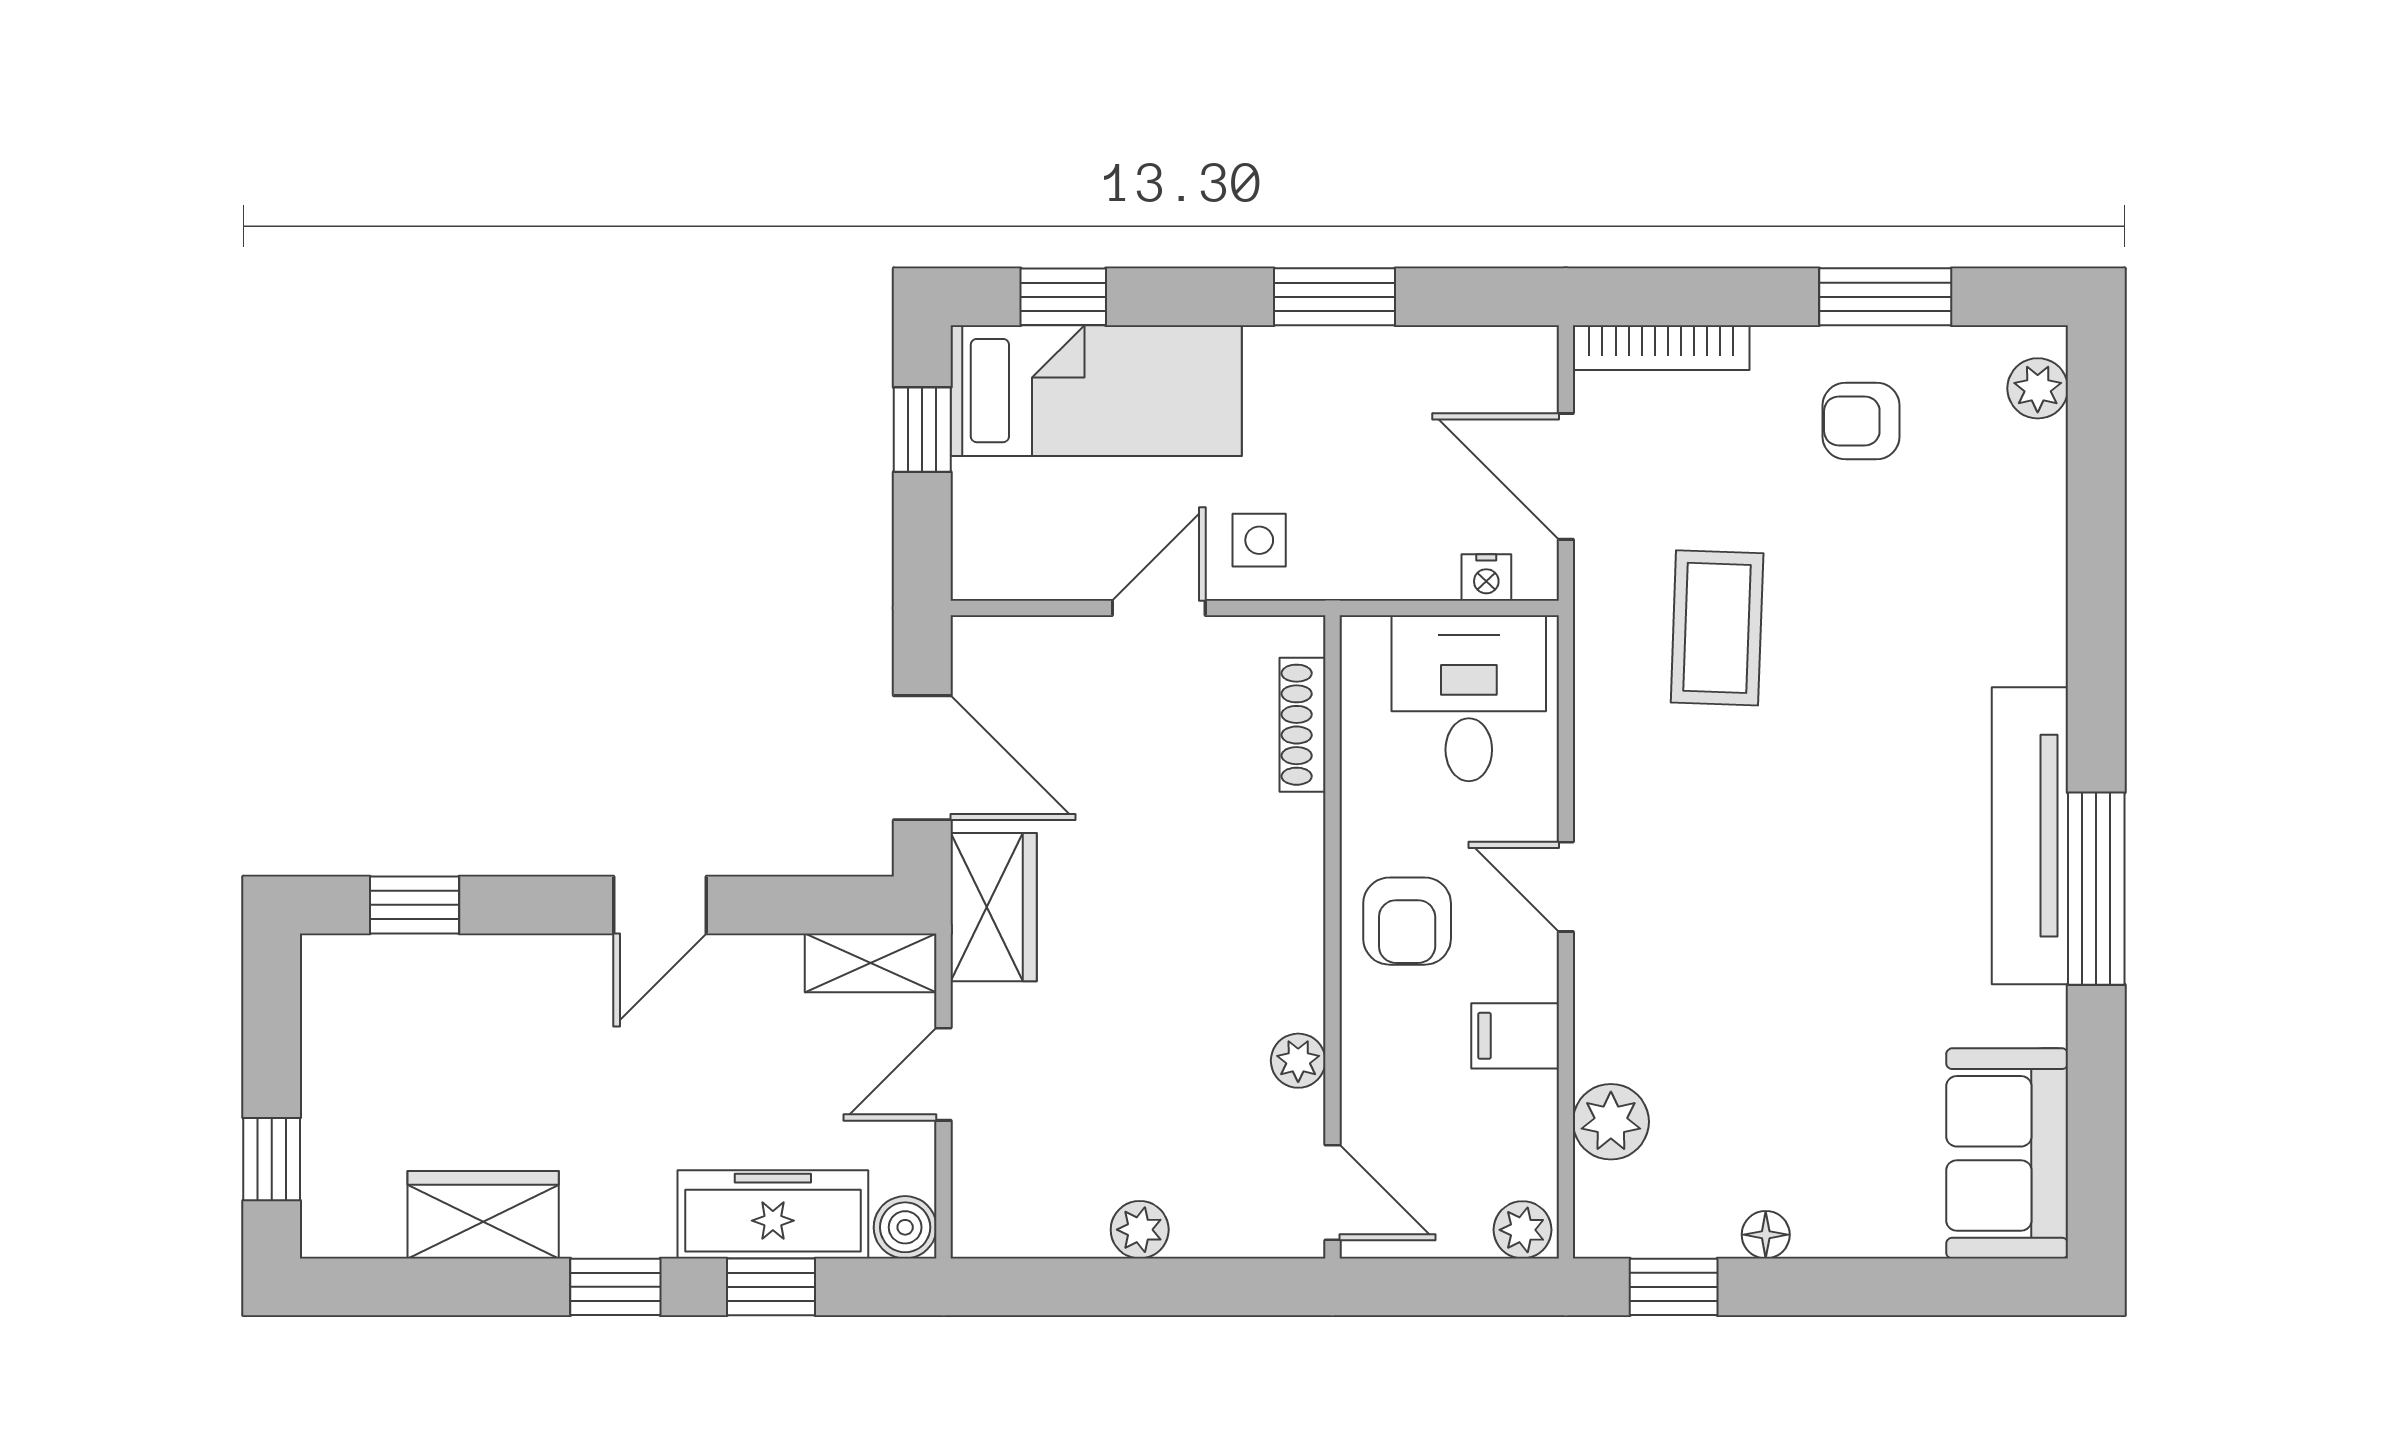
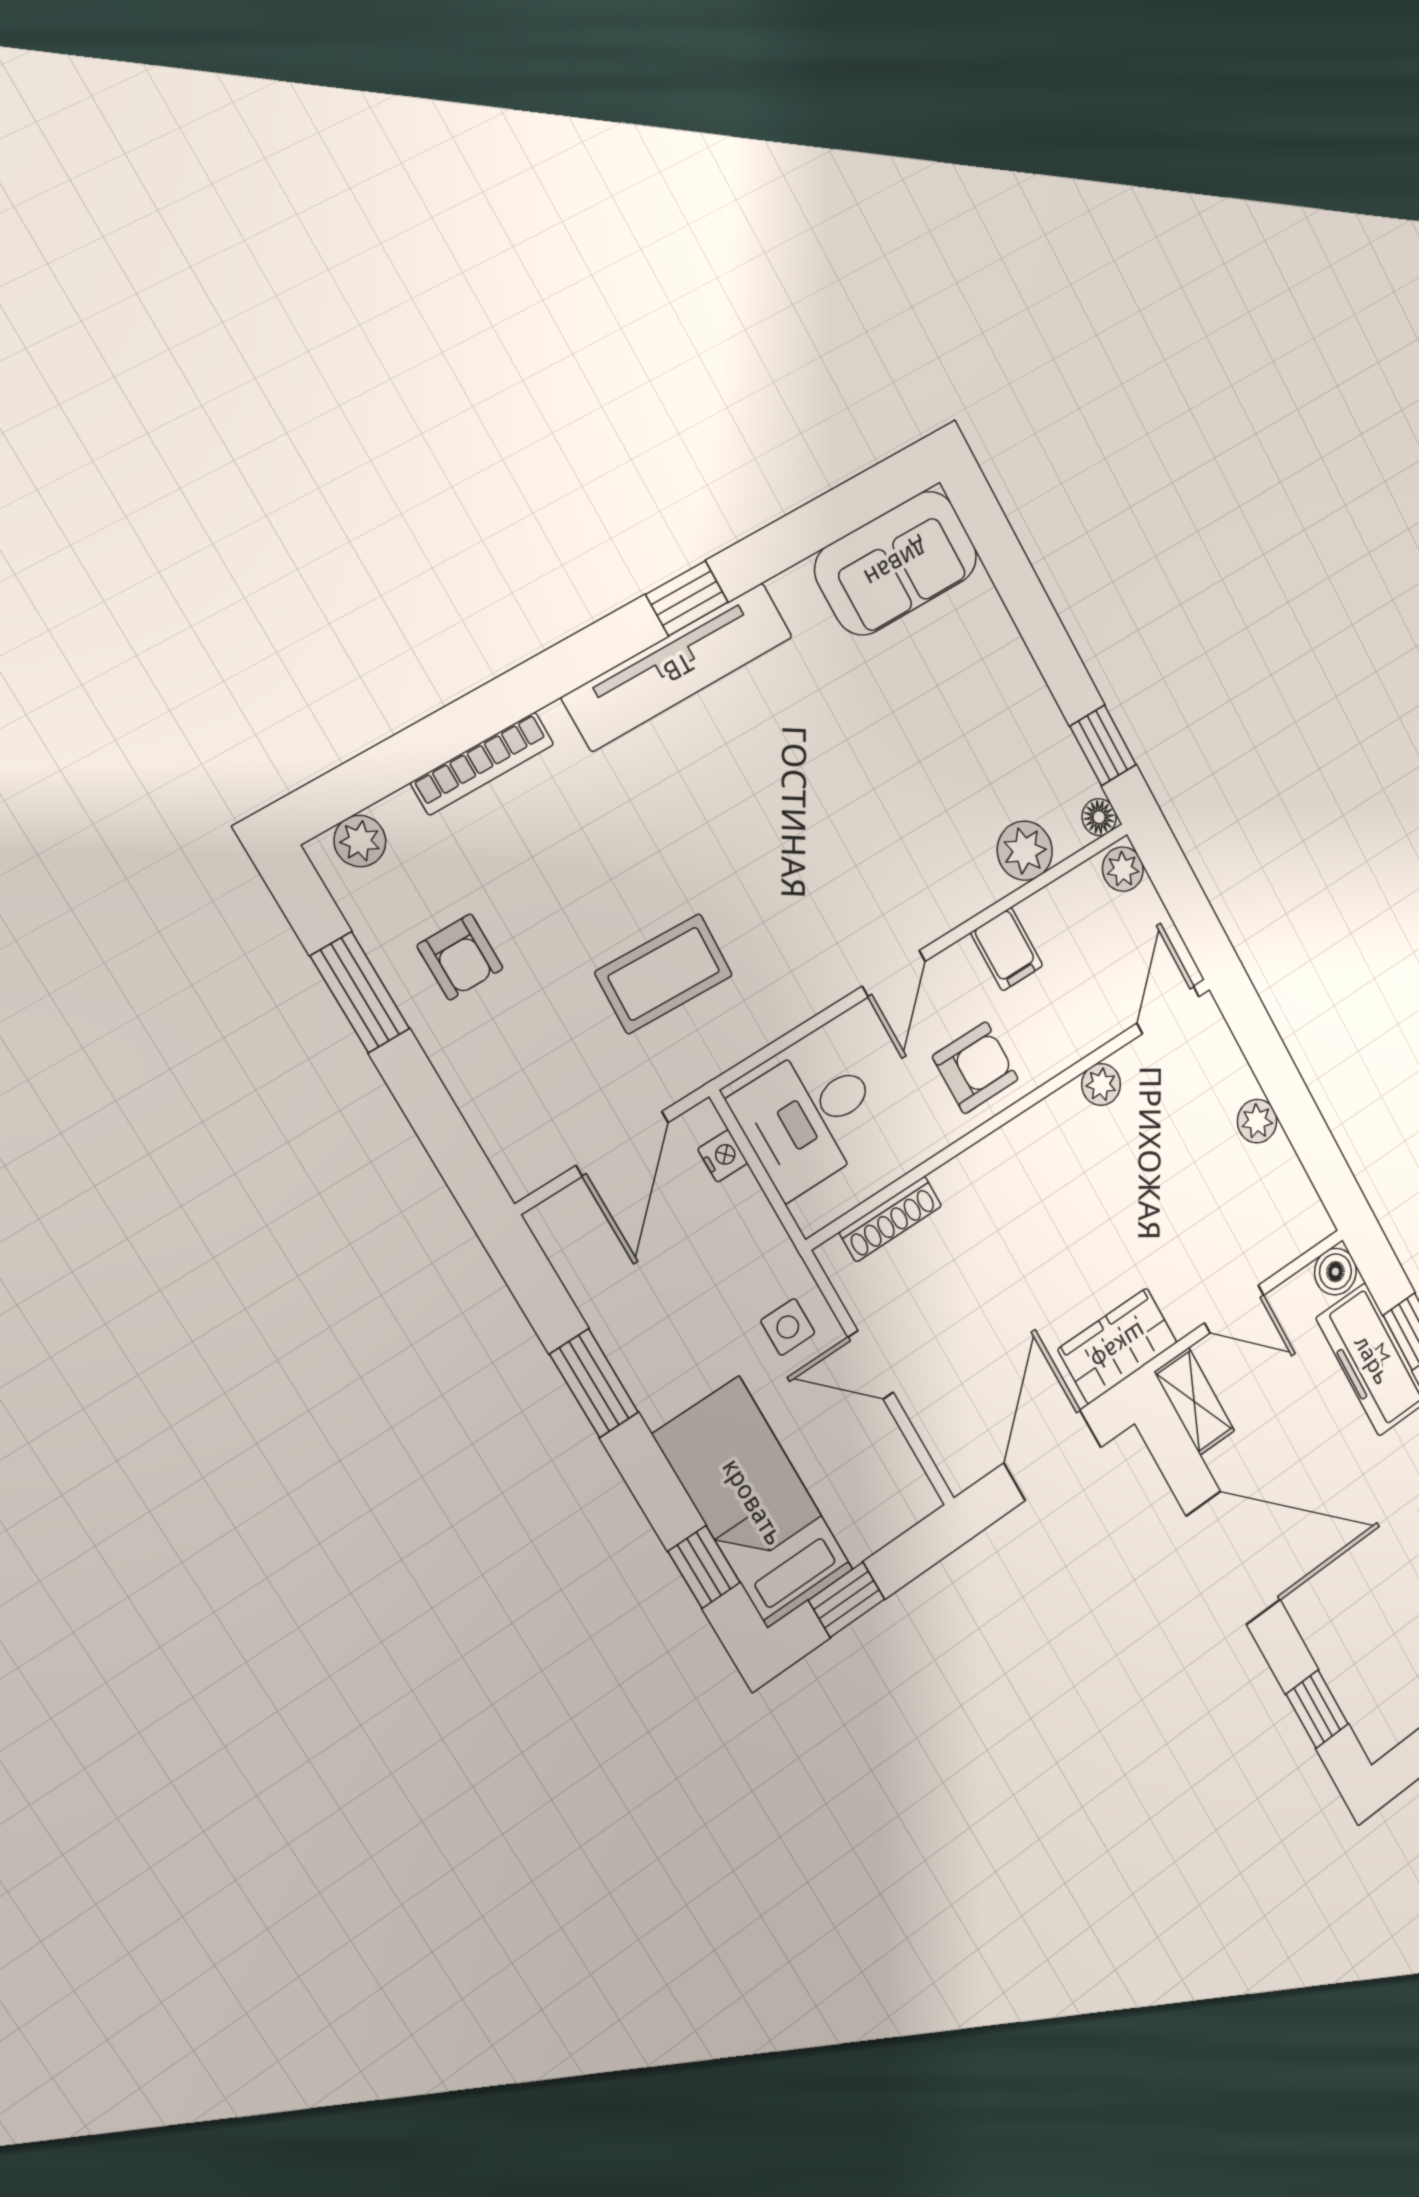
bookcase: (1661, 348) -> (482, 764), moved, turned 90
window: (2096, 889) -> (687, 598), width x0.46
door: (660, 905) -> (1233, 1558), width x1.88
floor lamp: (1766, 1235) -> (1099, 817), moved

